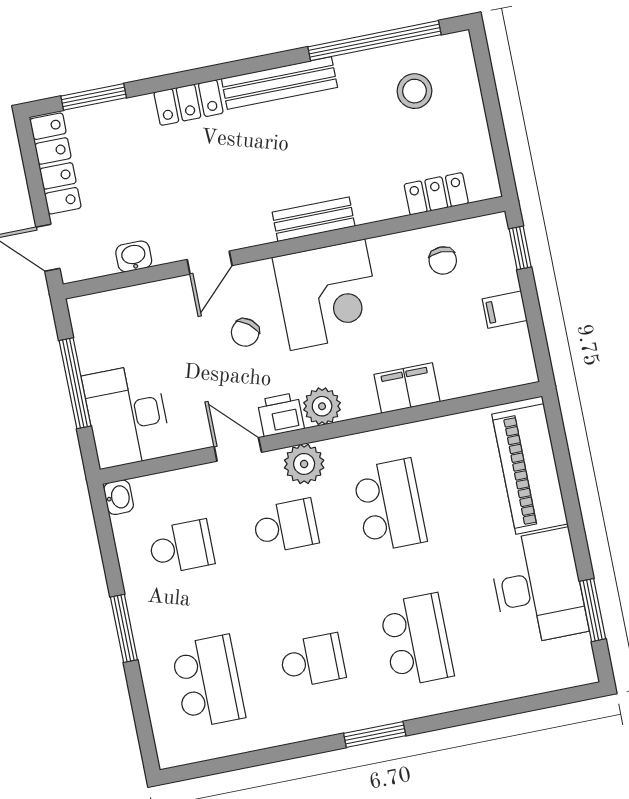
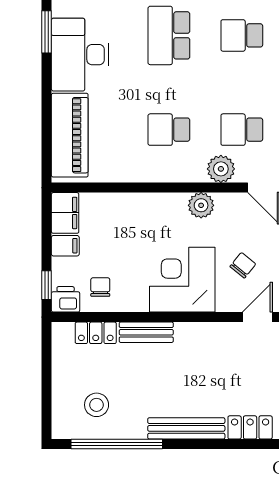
bench: (314, 219) -> (146, 332), moved
filing cabinet: (407, 388) -> (65, 213), moved, turned -90
printer: (281, 415) -> (66, 299), moved, turned 180
school desk: (390, 505) -> (169, 130), width x0.54

